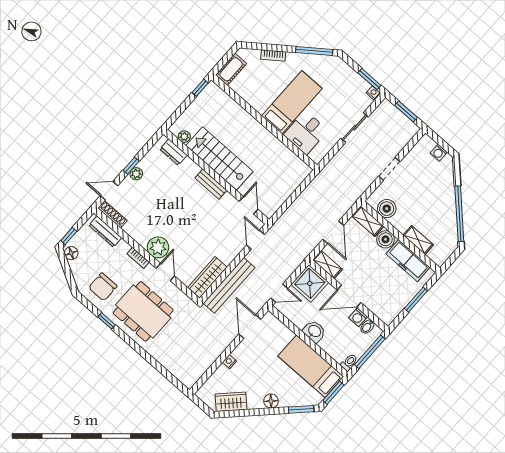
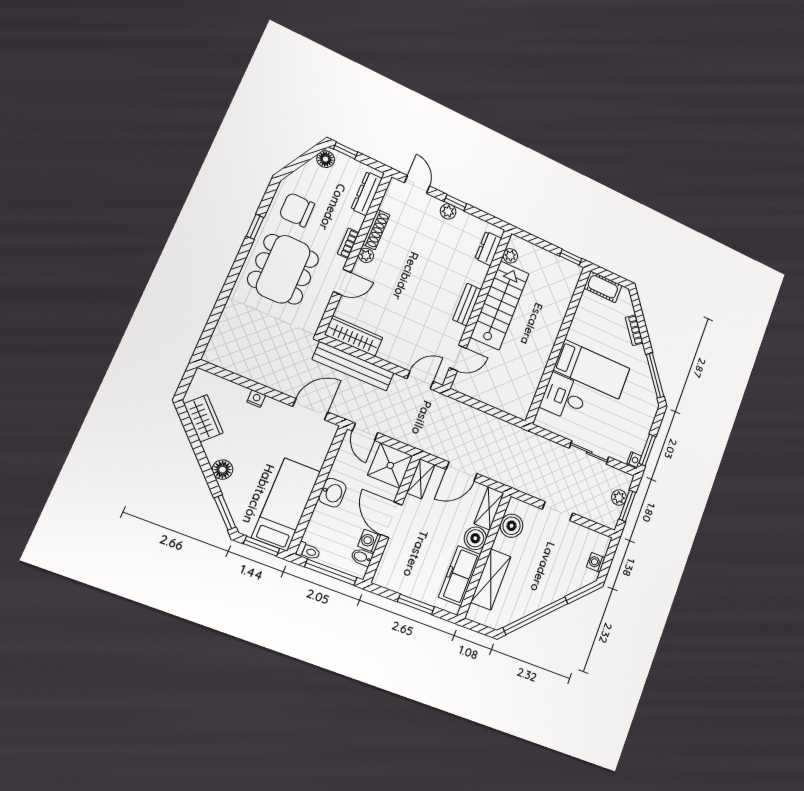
plant: (397, 116) -> (619, 498), added
shoe rack: (112, 214) -> (376, 230), moved
shelving: (418, 240) -> (491, 579), width x1.50, depth x1.33
plant: (158, 247) -> (366, 255), width x0.53, depth x0.53

